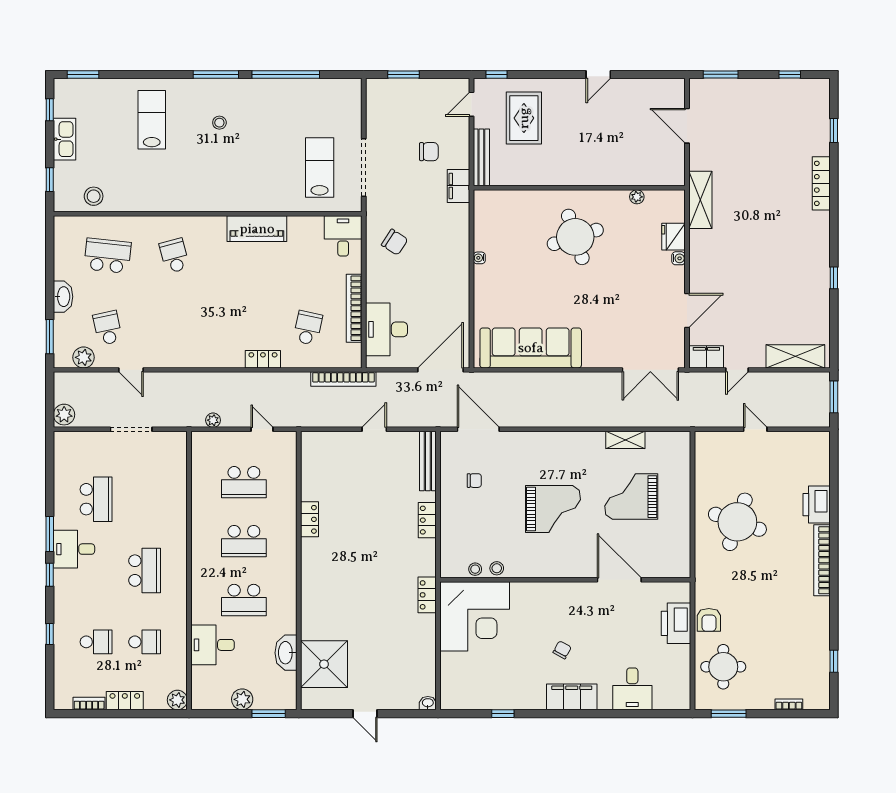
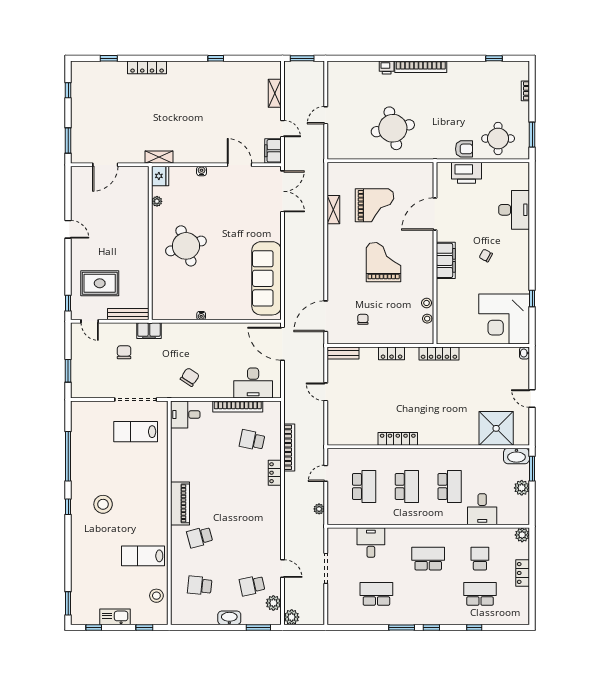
window: (216, 74) -> (68, 507), width x0.46
lab bench: (152, 120) -> (143, 556), moved
stool: (219, 123) -> (103, 504), width x1.89, depth x1.89
shelving: (700, 200) -> (159, 157), width x0.67, depth x0.75
piano: (257, 229) -> (180, 503), moved
fridge: (674, 237) -> (160, 176), moved, turned -90
school desk: (108, 256) -> (200, 586), width x0.54
shelving: (795, 356) -> (275, 93), width x0.67, depth x0.75
door: (131, 370) -> (283, 569), hinge flipped
bookcase: (343, 379) -> (289, 447), moved
plant: (64, 415) -> (292, 617), moved
bench: (428, 461) -> (343, 353), width x0.73
grand piano: (631, 497) -> (375, 205), turned -90
printer: (817, 505) -> (387, 68), width x0.53, depth x0.68
locker: (309, 519) -> (398, 439), width x1.53
round table: (737, 522) -> (393, 128), turned -31
desk: (74, 549) -> (371, 543), moved, turned 180
locker: (427, 595) -> (439, 353), width x1.53
corner desk: (475, 616) -> (504, 319), moved, turned 180
school desk: (96, 642) -> (480, 594), width x1.85
washbasin: (286, 653) -> (516, 456), moved
desk: (632, 689) -> (514, 210), width x1.37
filing cabinet: (572, 697) -> (446, 260), moved, turned 180
bookcase: (89, 704) -> (525, 599), removed
door: (365, 714) -> (532, 399), swing flipped

